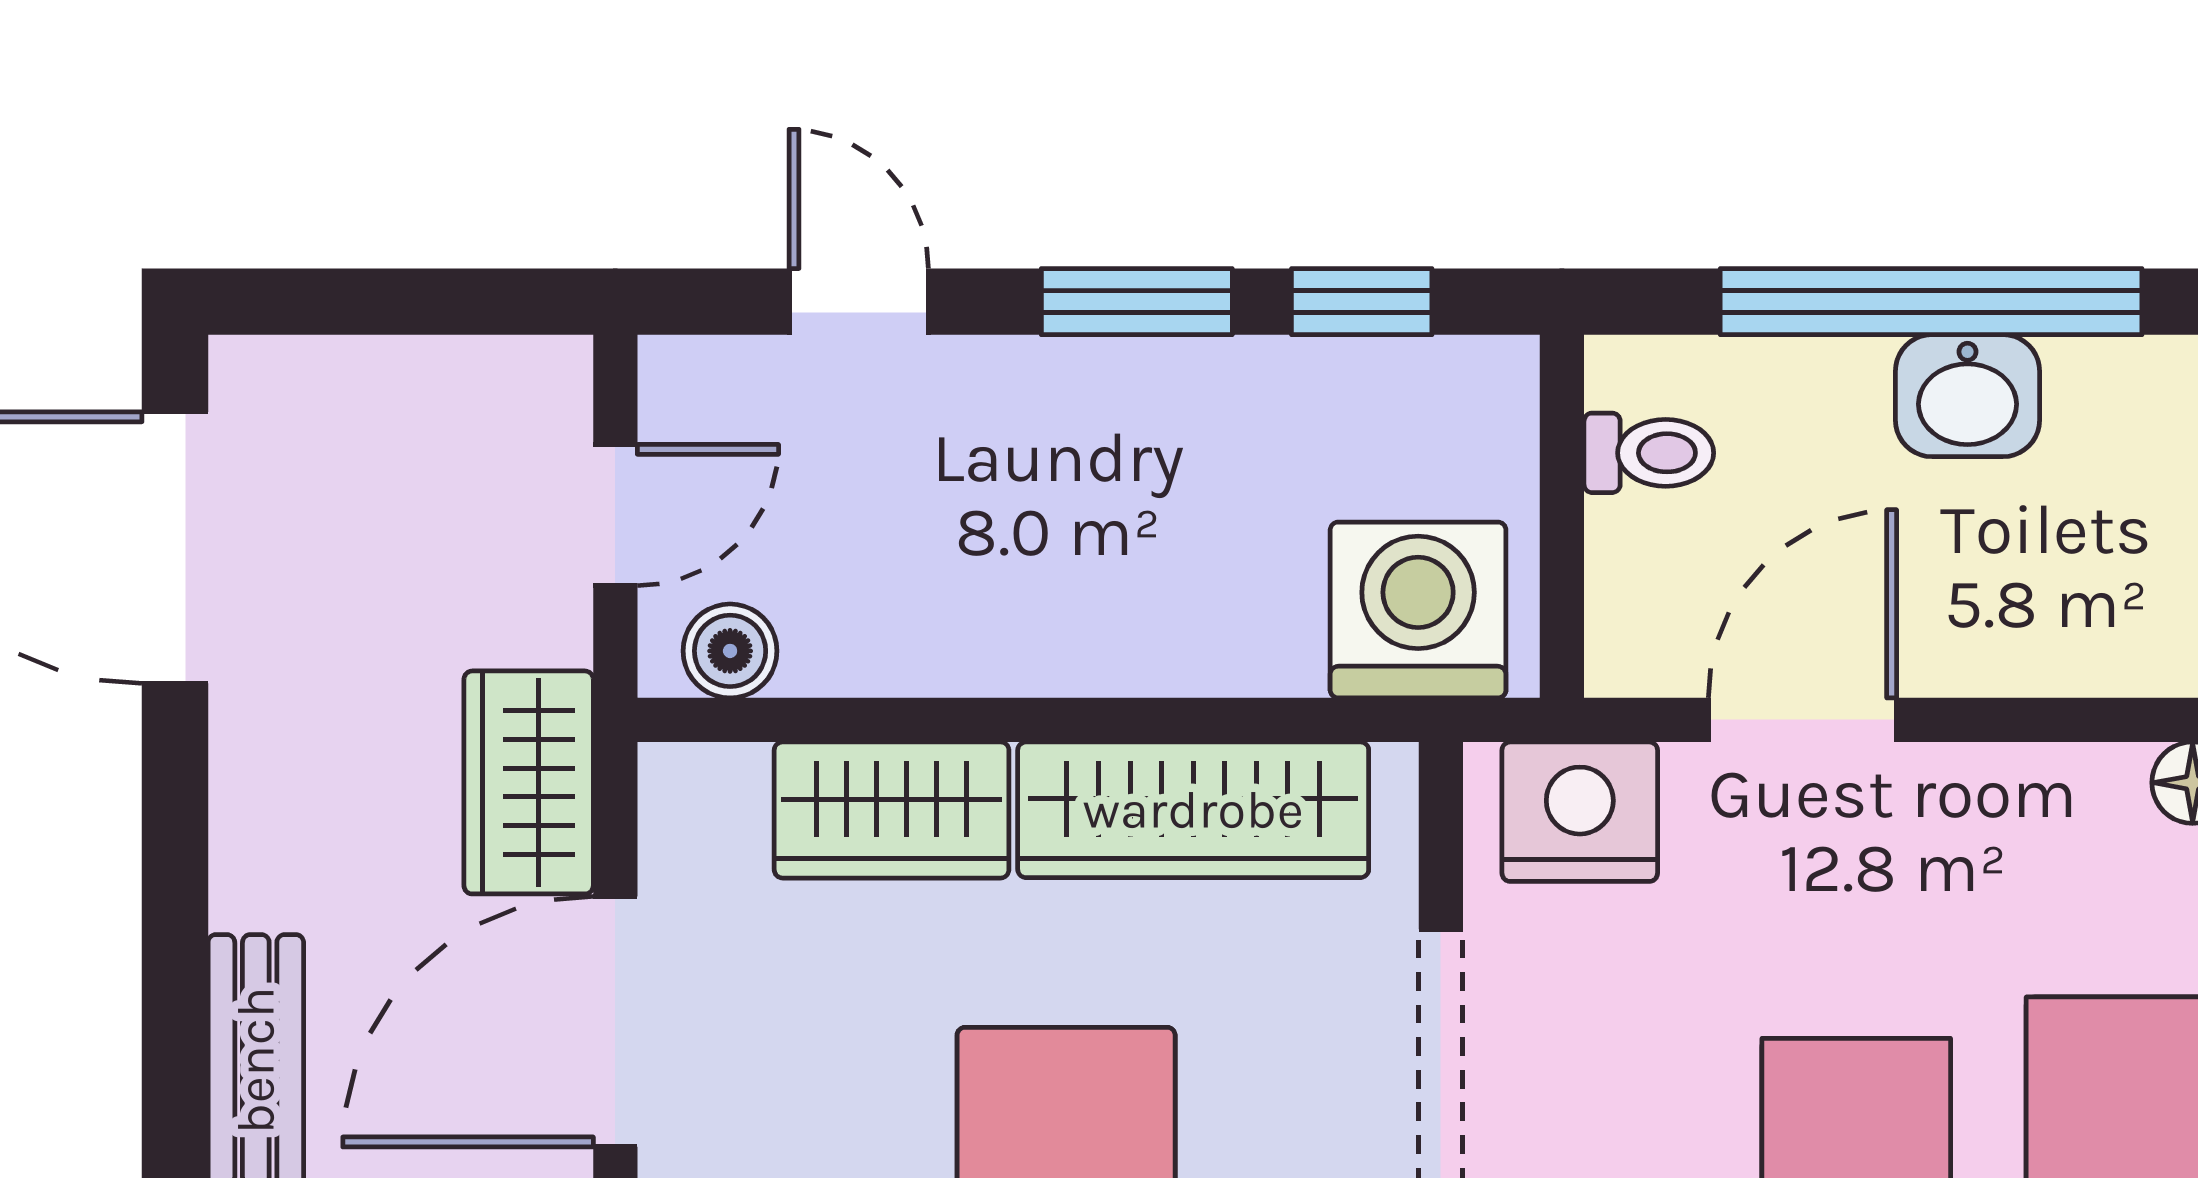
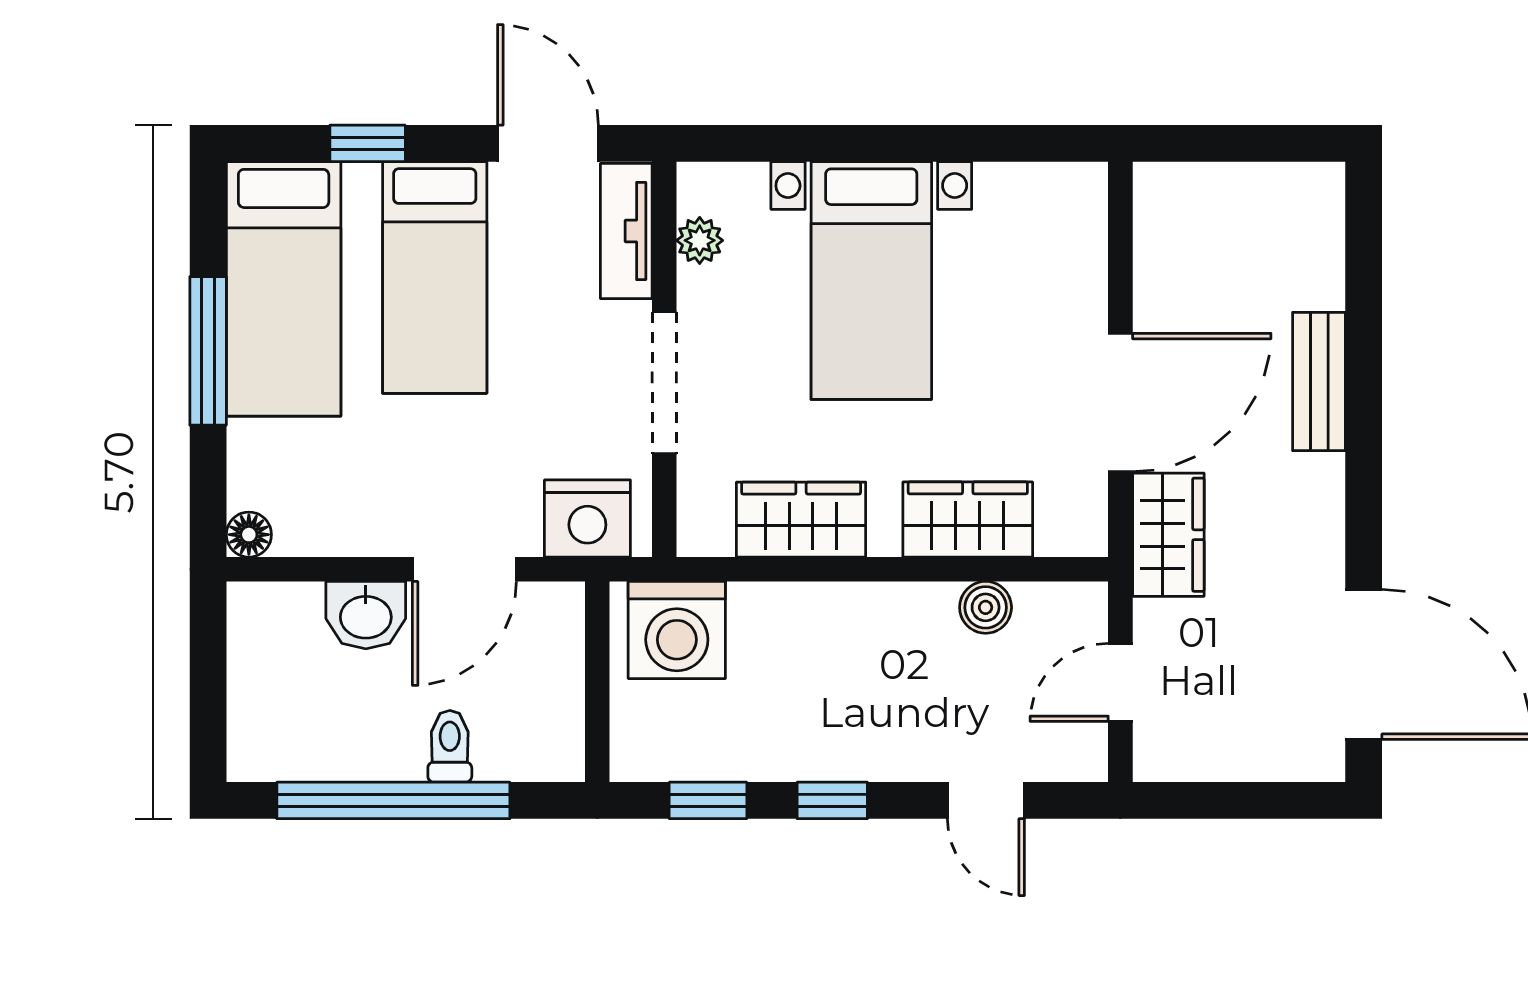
window: (1137, 302) -> (832, 800), width x0.67
washbasin: (1967, 396) -> (366, 615), moved, turned 180
toilet: (1649, 453) -> (450, 746), moved, turned 90
boiler: (730, 651) -> (986, 607), moved
wardrobe: (1193, 810) -> (801, 520), width x0.67

